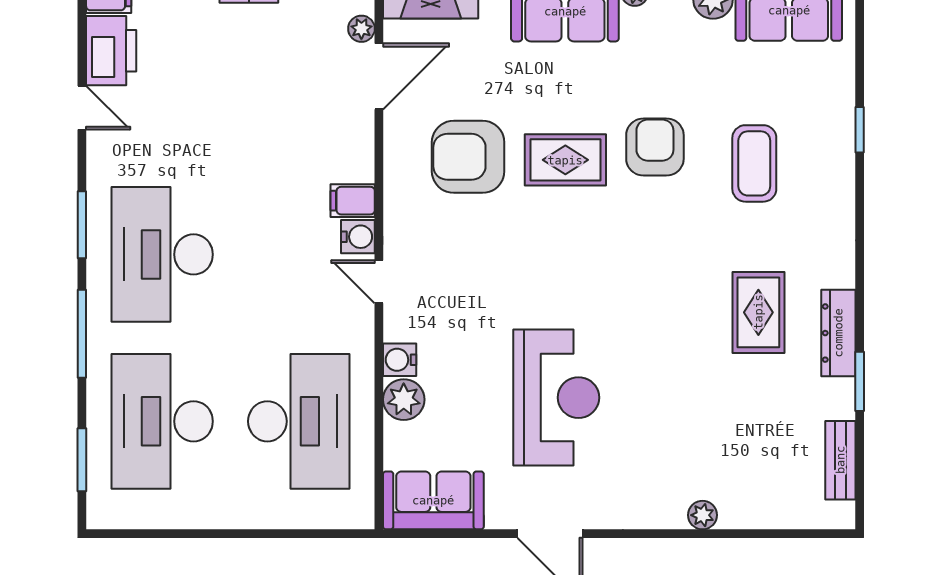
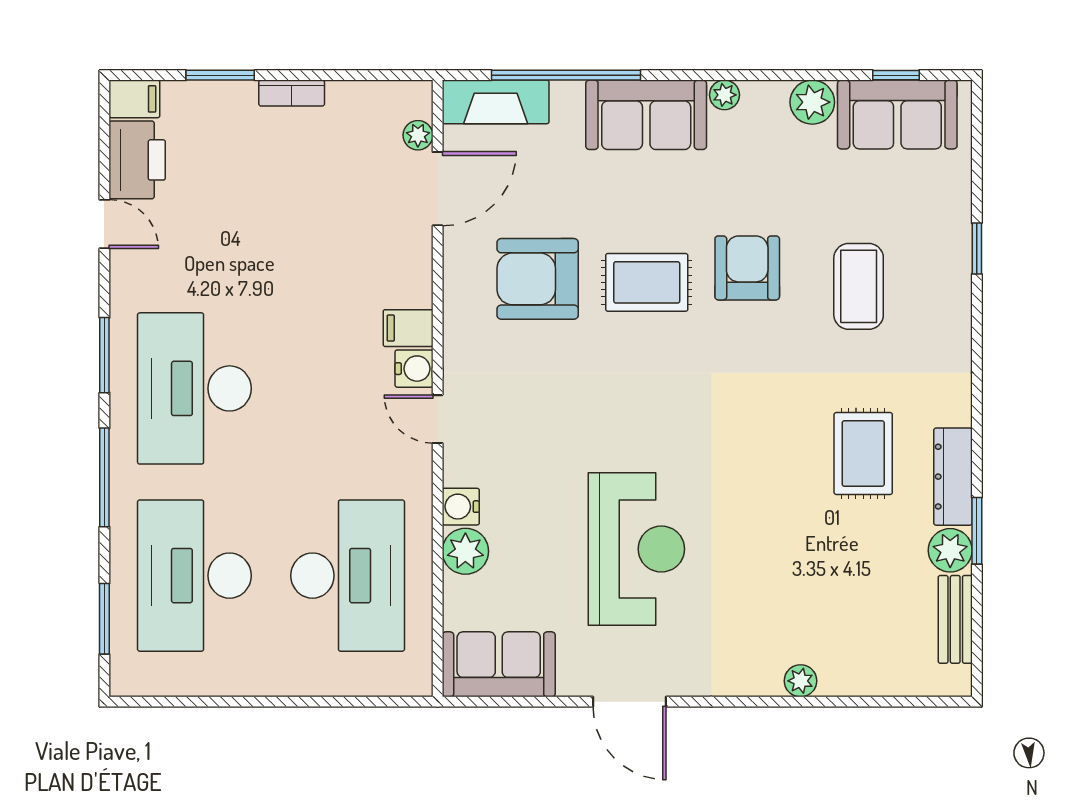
plant: (836, 399) -> (950, 550), added

